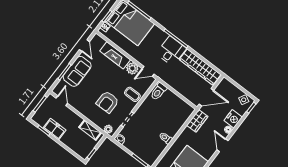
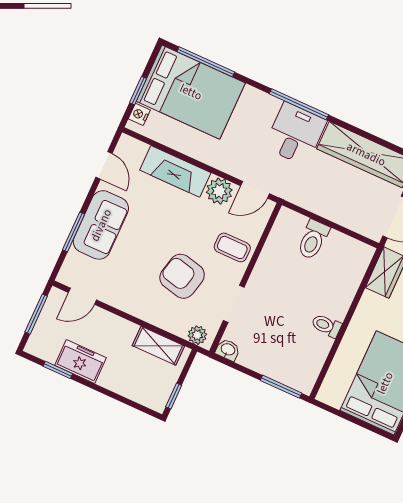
toilet: (159, 91) -> (313, 240), moved
door: (62, 101) -> (82, 296), swing flipped
armchair: (107, 102) -> (182, 276), turned 103

